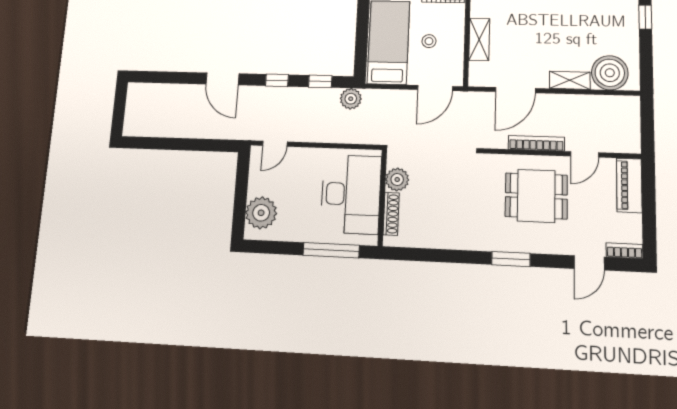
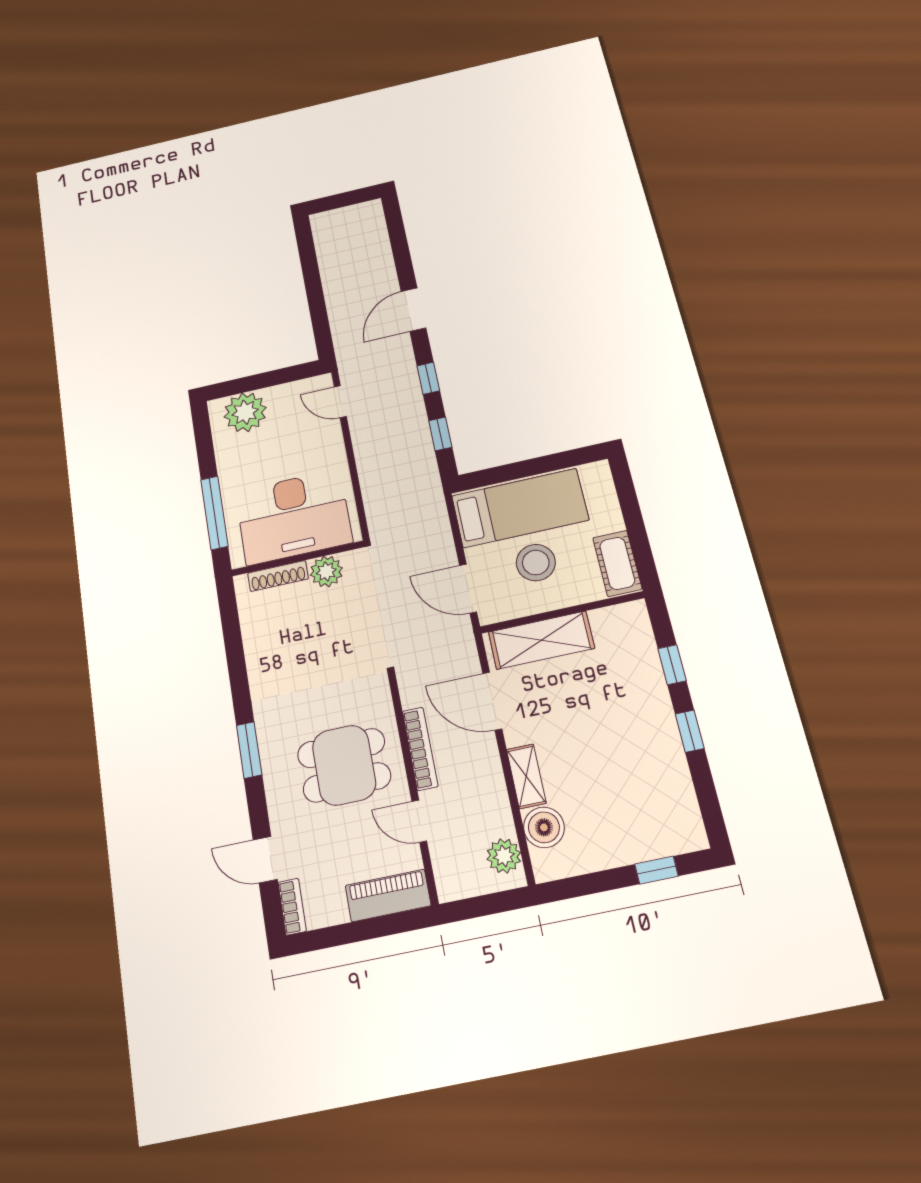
shelving: (479, 39) -> (541, 640), width x1.50, depth x1.33
stool: (429, 41) -> (536, 563), width x1.89, depth x1.89
boiler: (610, 73) -> (544, 827), width x0.73, depth x0.73
plant: (351, 99) -> (504, 856), moved
dining table: (536, 196) -> (344, 765), turned 90

